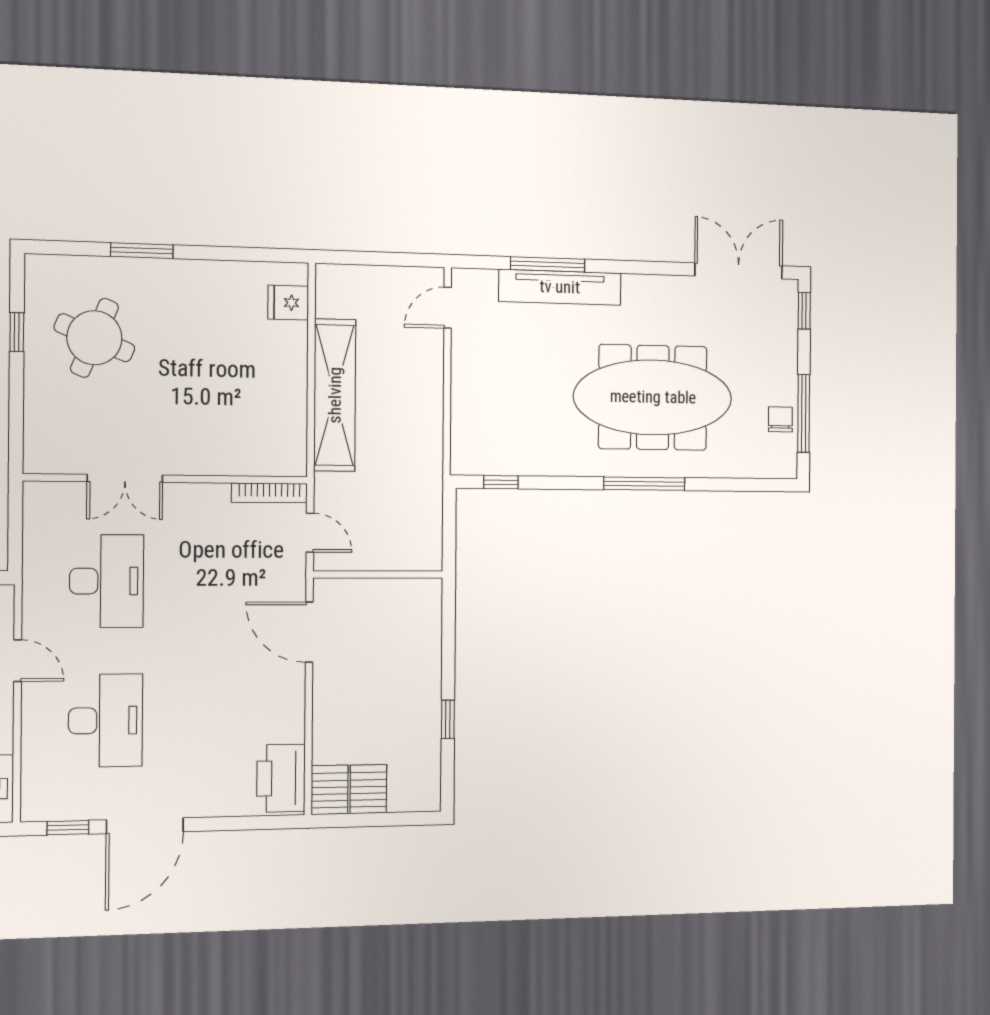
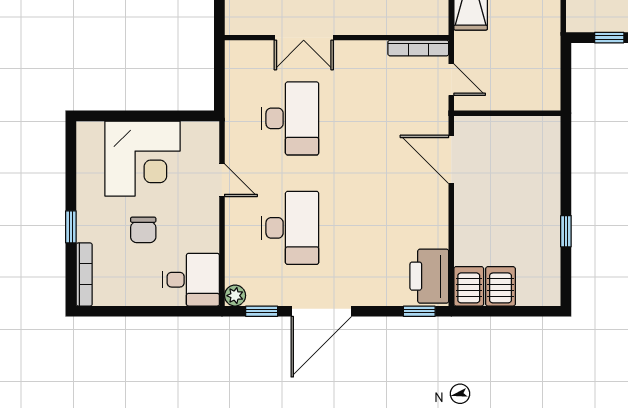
plant: (34, 808) -> (235, 296), added
window: (268, 822) -> (419, 311), added

